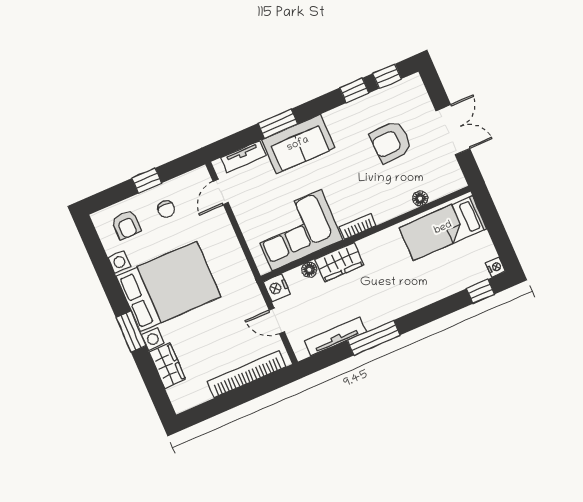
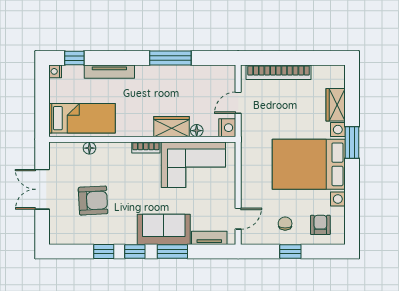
window: (387, 76) -> (135, 251), moved
door: (277, 321) -> (238, 103), swing flipped
tv unit: (335, 336) -> (109, 72), moved

